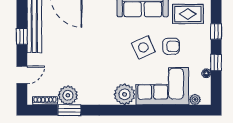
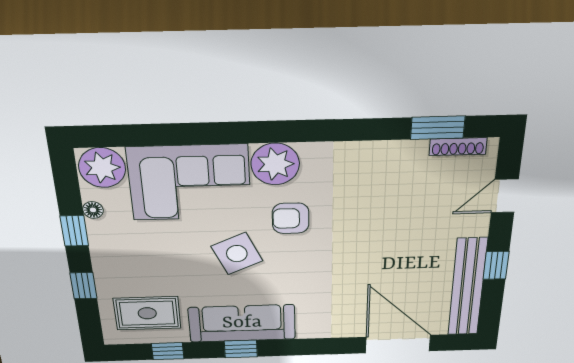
armchair: (171, 46) -> (291, 218), moved
plant: (68, 95) -> (405, 159), removed
plant: (195, 100) -> (102, 168), width x1.87, depth x1.87
window: (69, 110) -> (438, 128), moved

